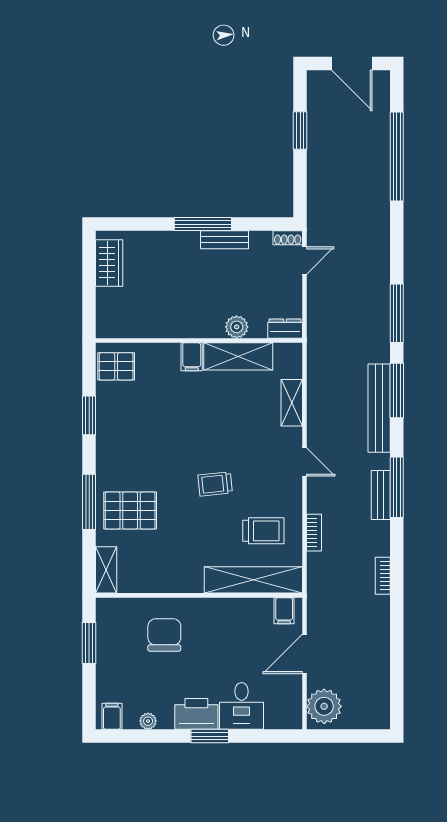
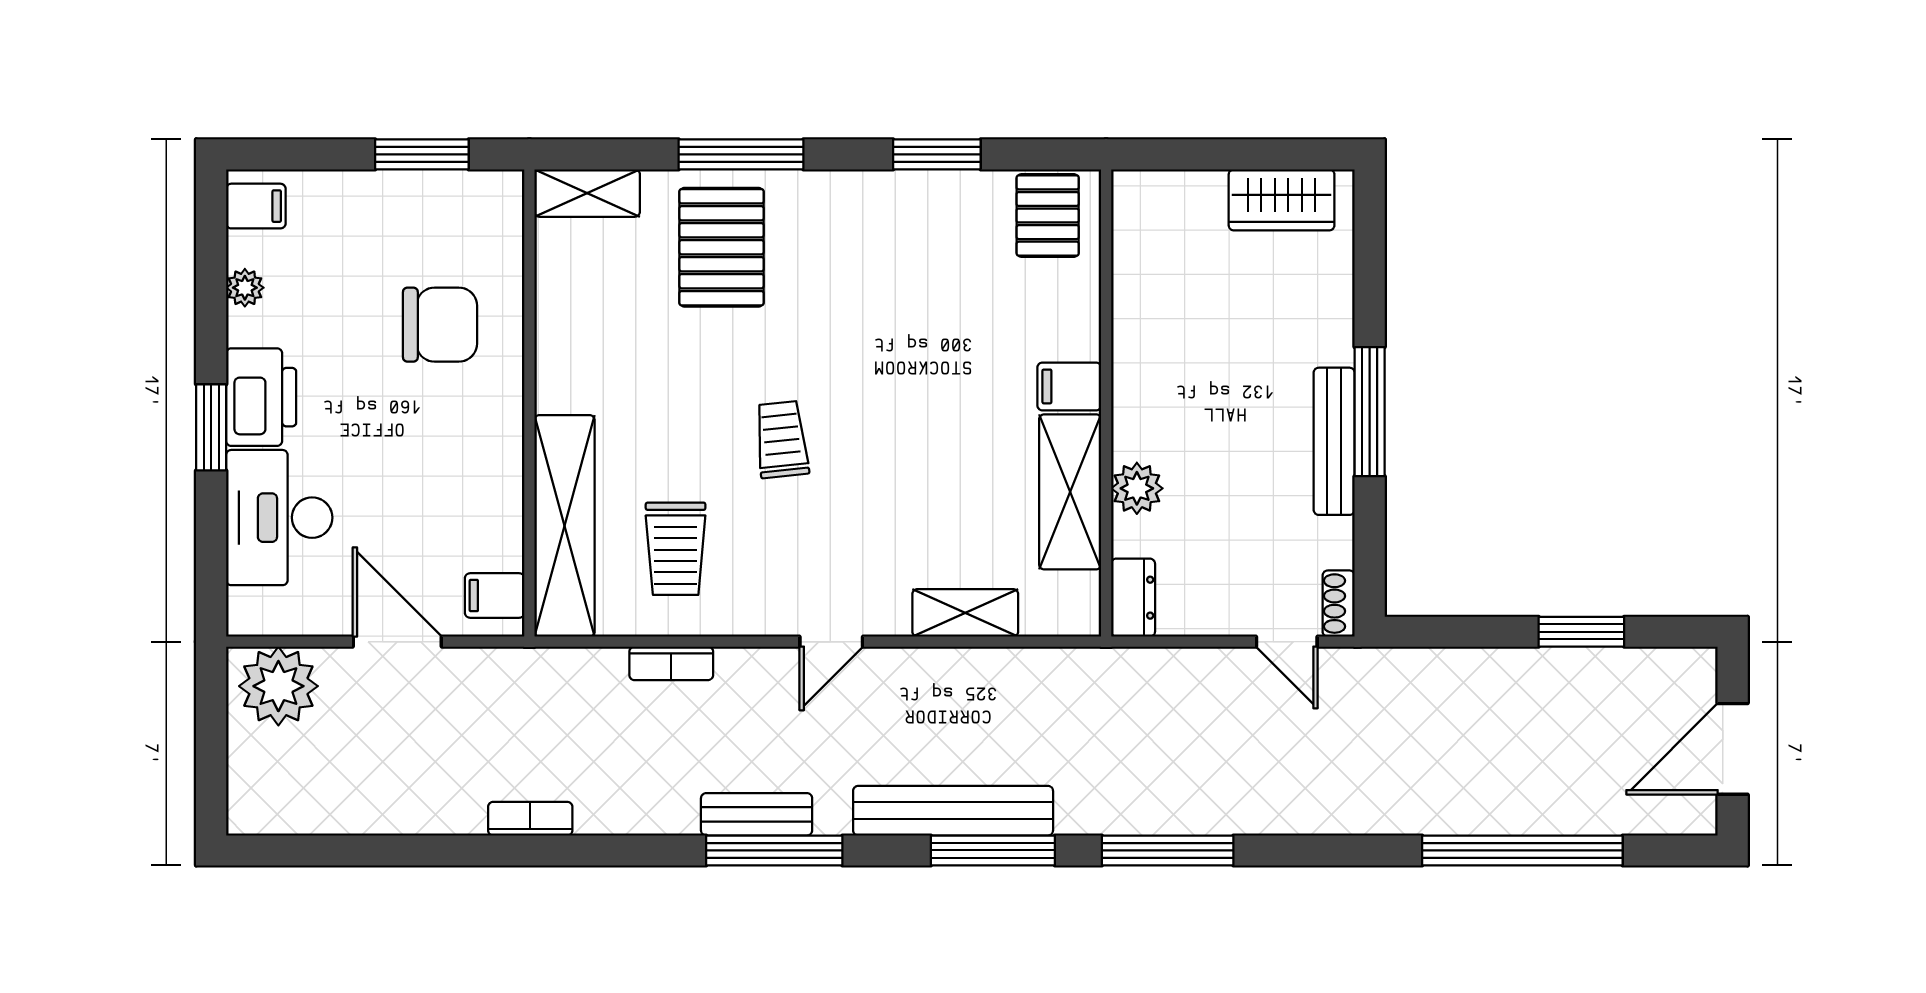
bench: (225, 240) -> (1334, 441), width x1.36
bookcase: (383, 576) -> (530, 819), moved
desk: (242, 706) -> (279, 518), width x1.37

